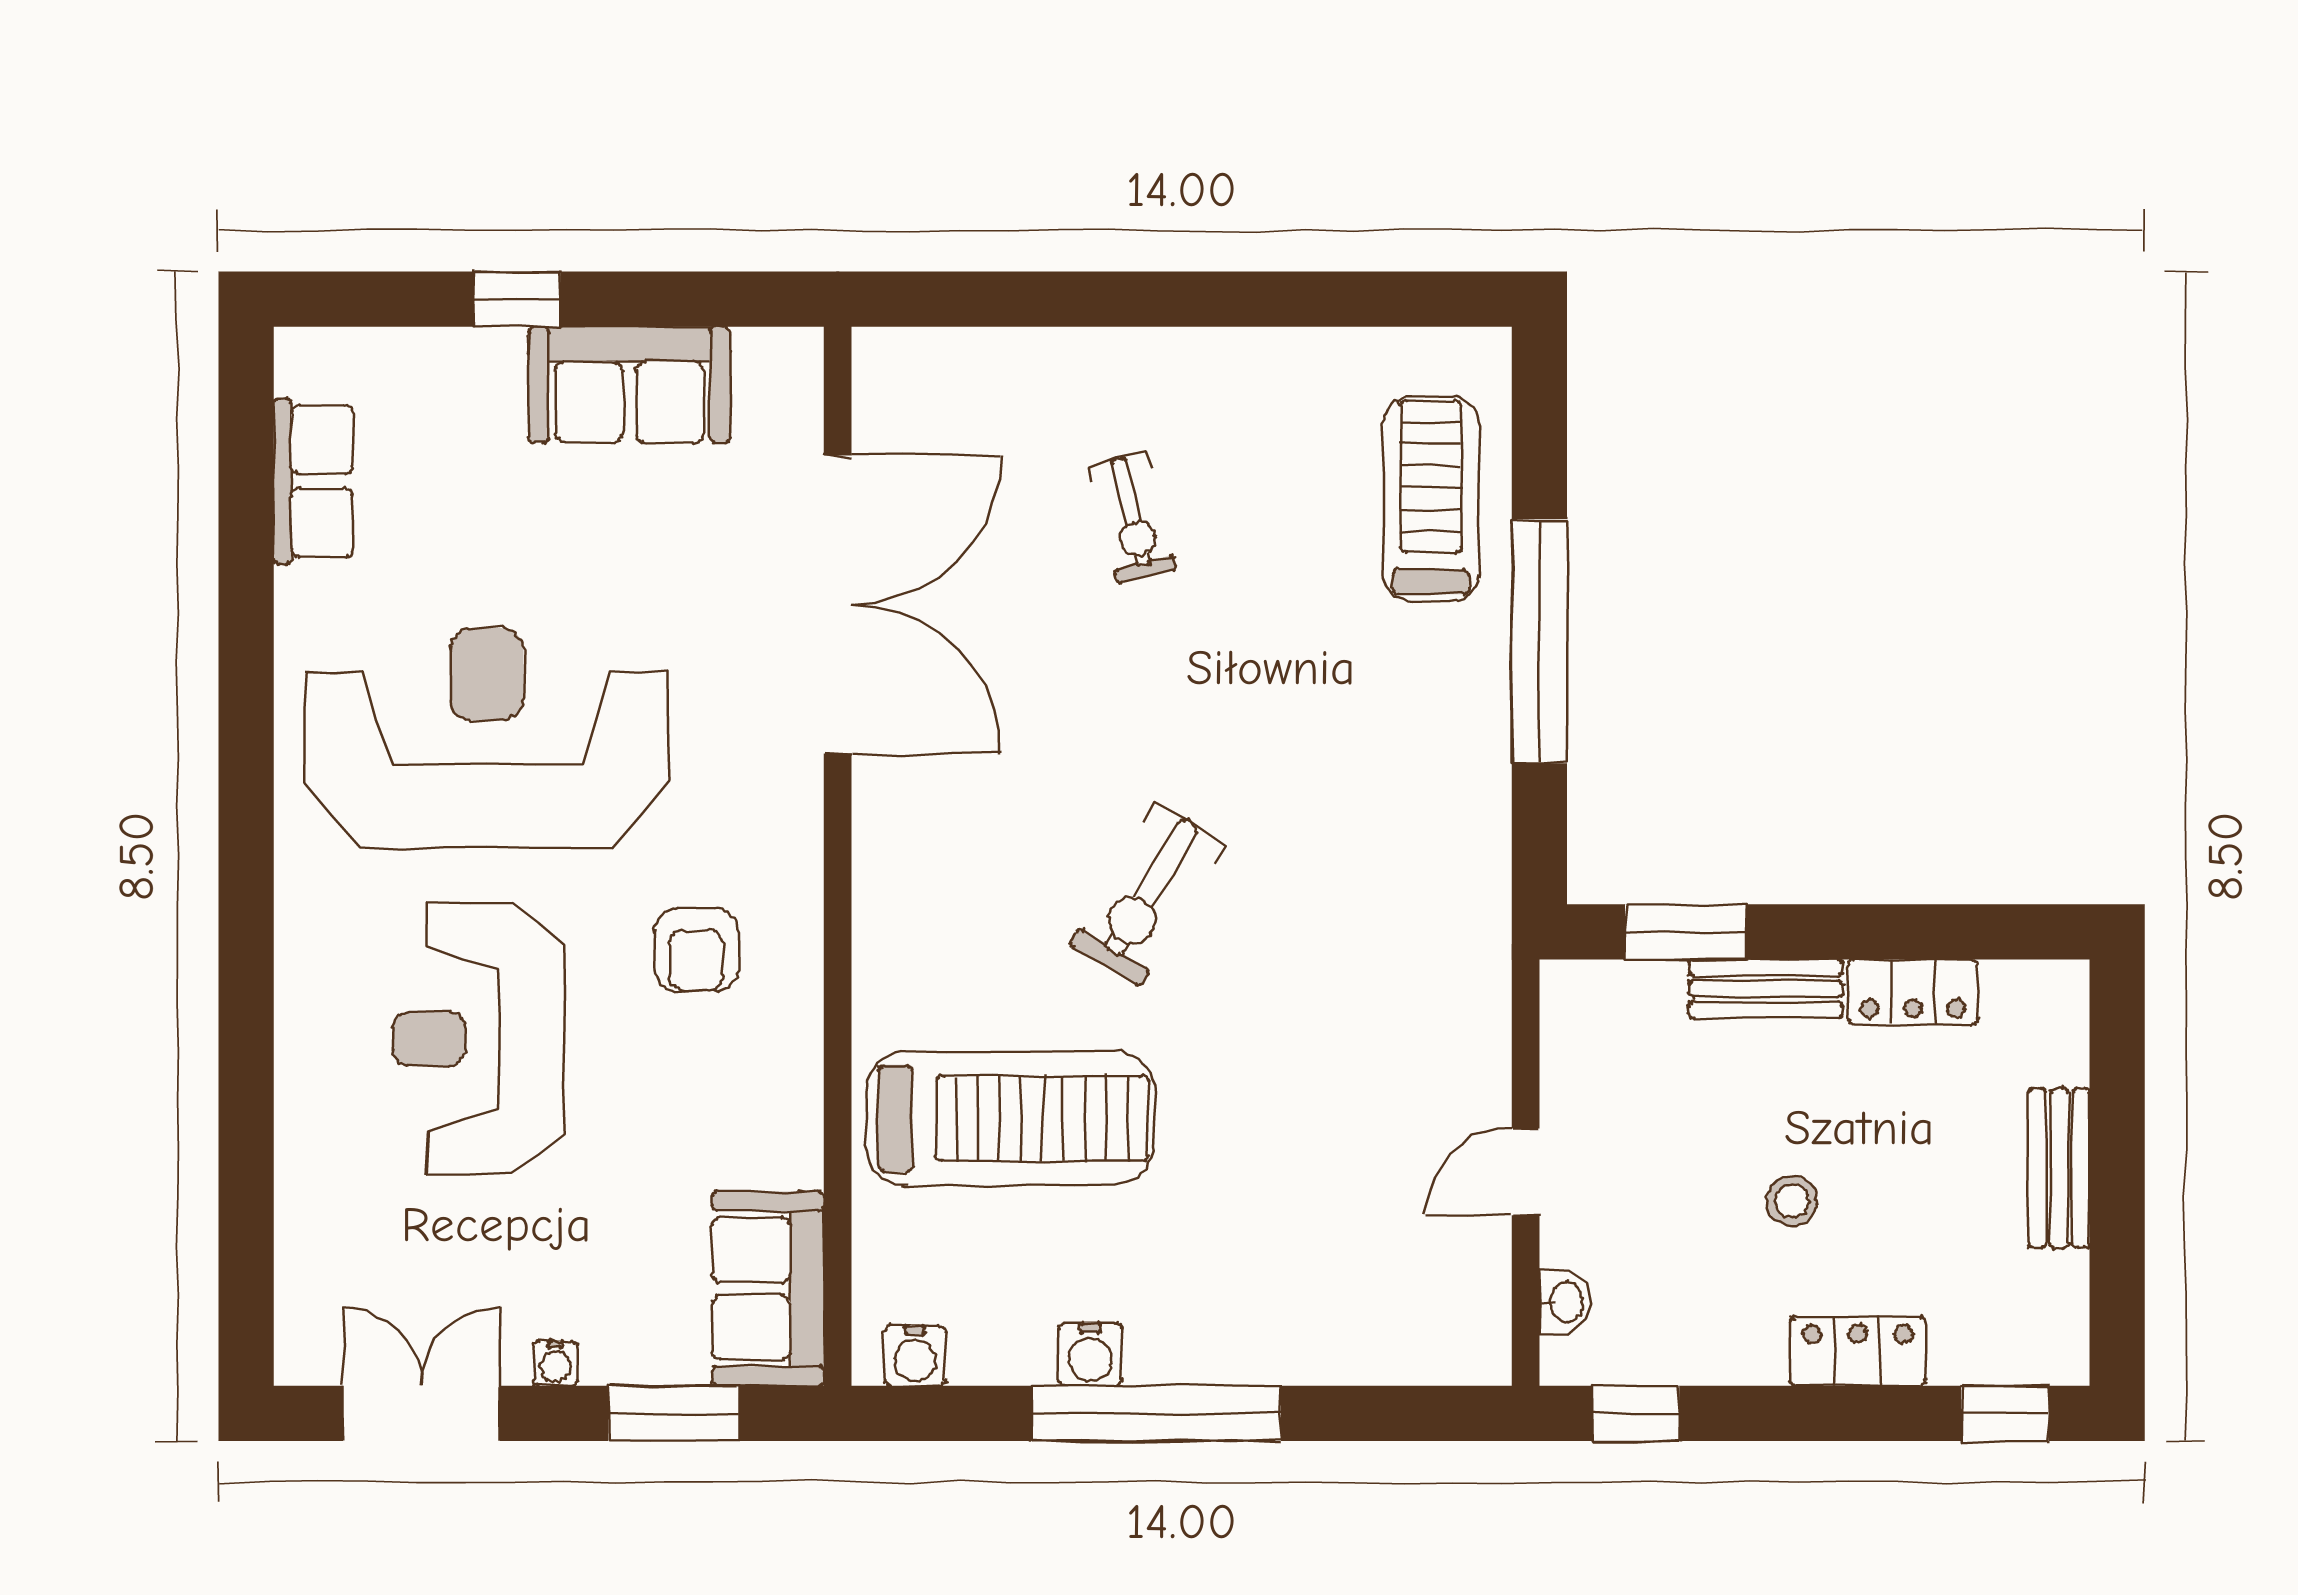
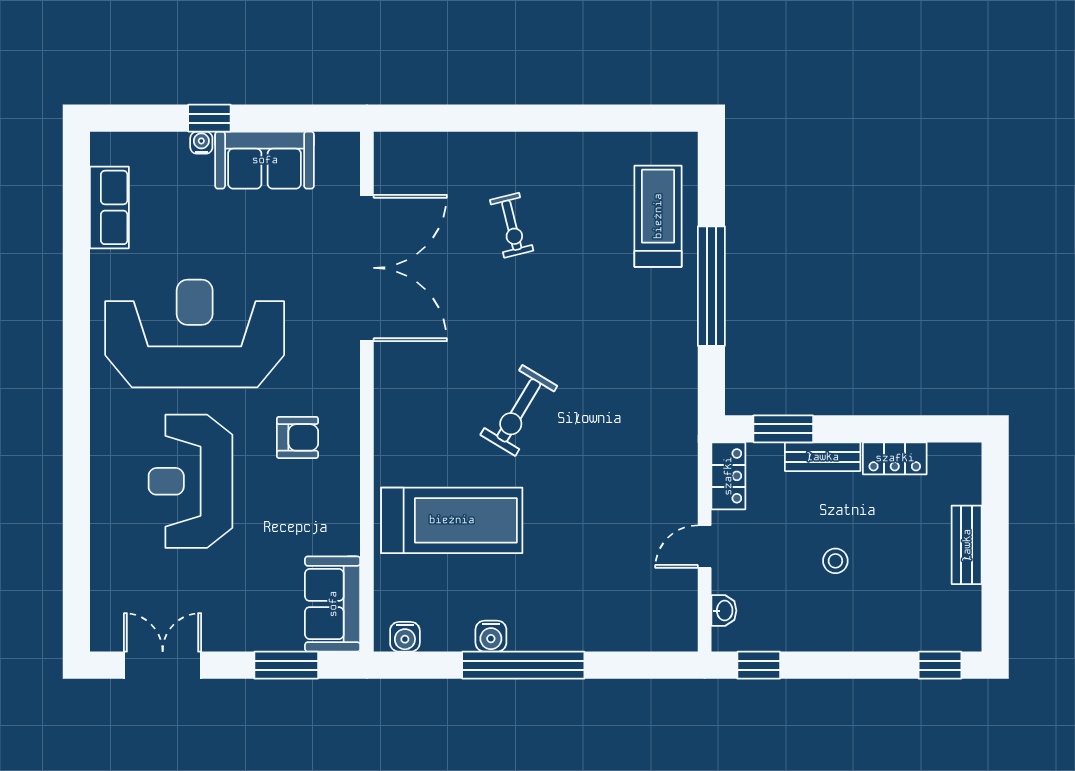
armchair: (696, 950) -> (297, 437), turned -90
locker: (1858, 1351) -> (728, 476), moved, turned 90
water cooler: (555, 1363) -> (201, 143), moved, turned 180

